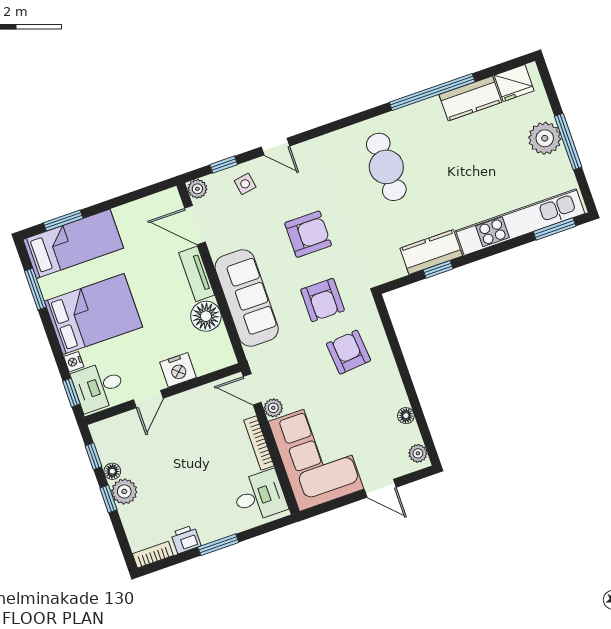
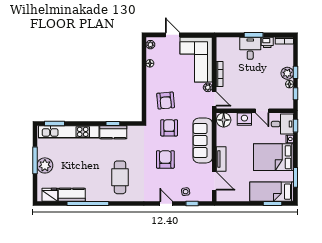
plant: (197, 189) -> (208, 197), removed
armchair: (308, 234) -> (165, 159), turned 90
floor lamp: (206, 316) -> (224, 120), moved
door: (148, 399) -> (262, 111), swing flipped
desk: (260, 496) -> (250, 48), moved, turned 90

